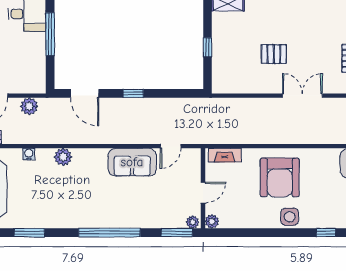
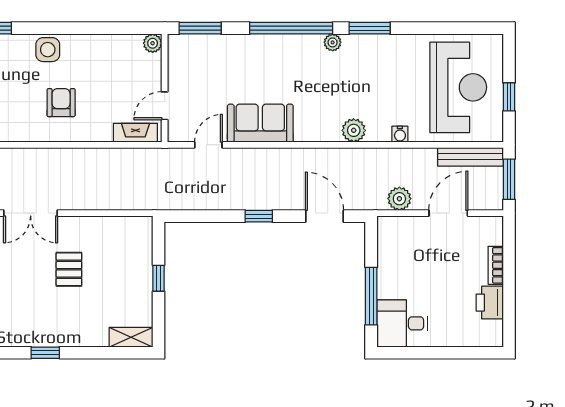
pallet: (274, 54) -> (69, 269), turned 90
armchair: (280, 177) -> (61, 103), width x0.53, depth x0.53
door: (203, 193) -> (165, 106), moved
plant: (193, 222) -> (333, 42), moved
window: (29, 233) -> (370, 28), moved

